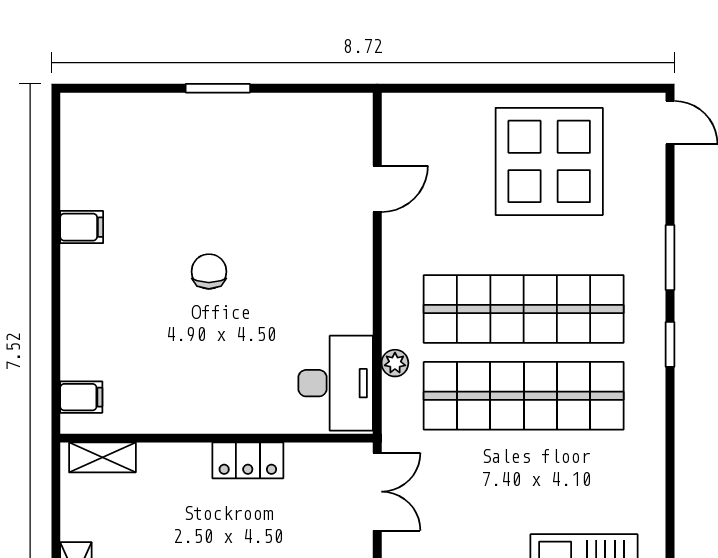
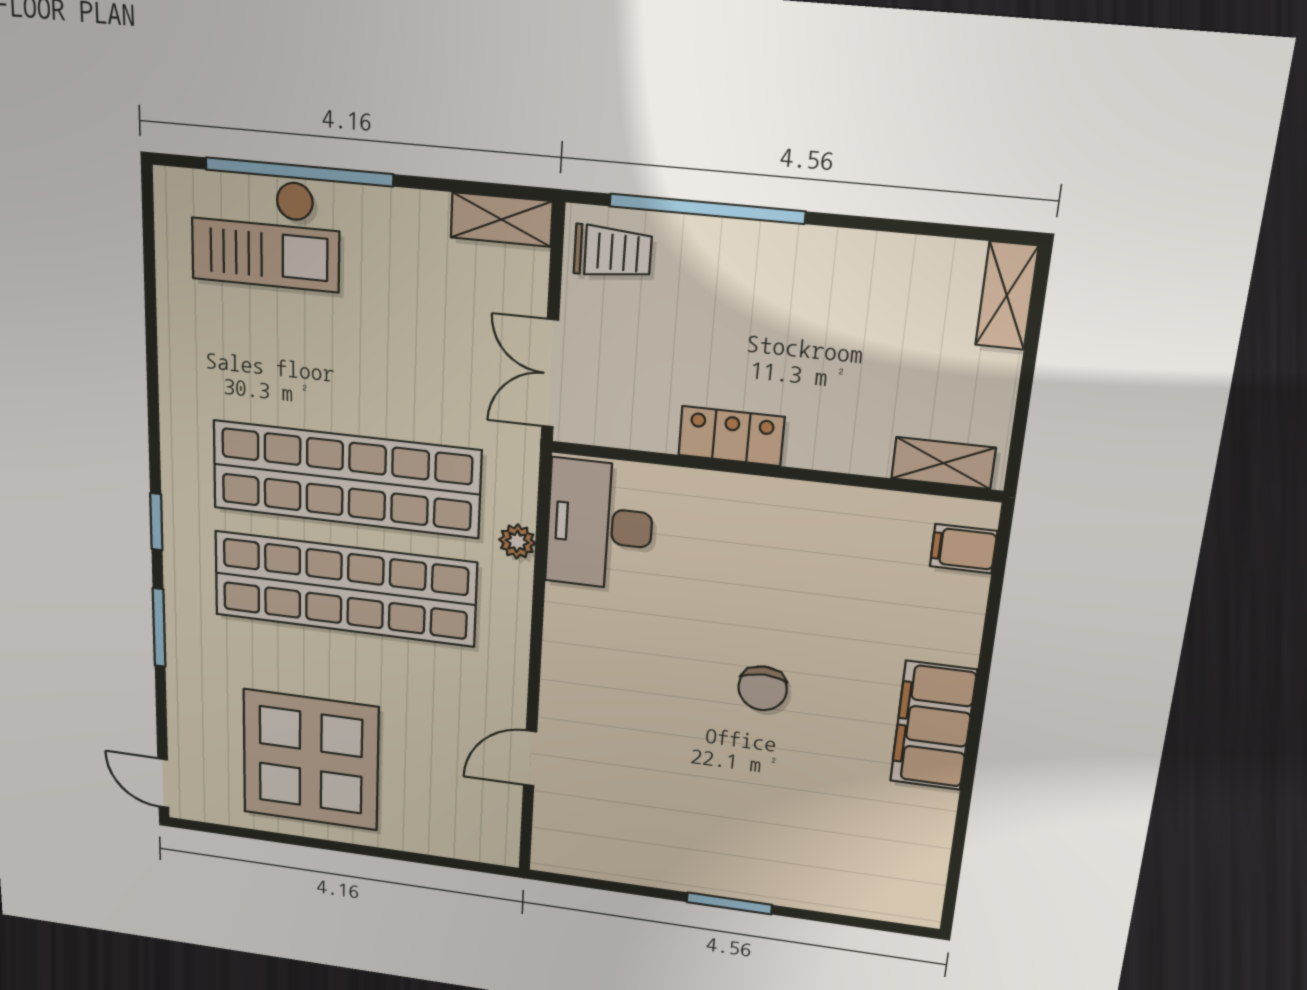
filing cabinet: (82, 227) -> (933, 726), width x3.00, depth x1.17

